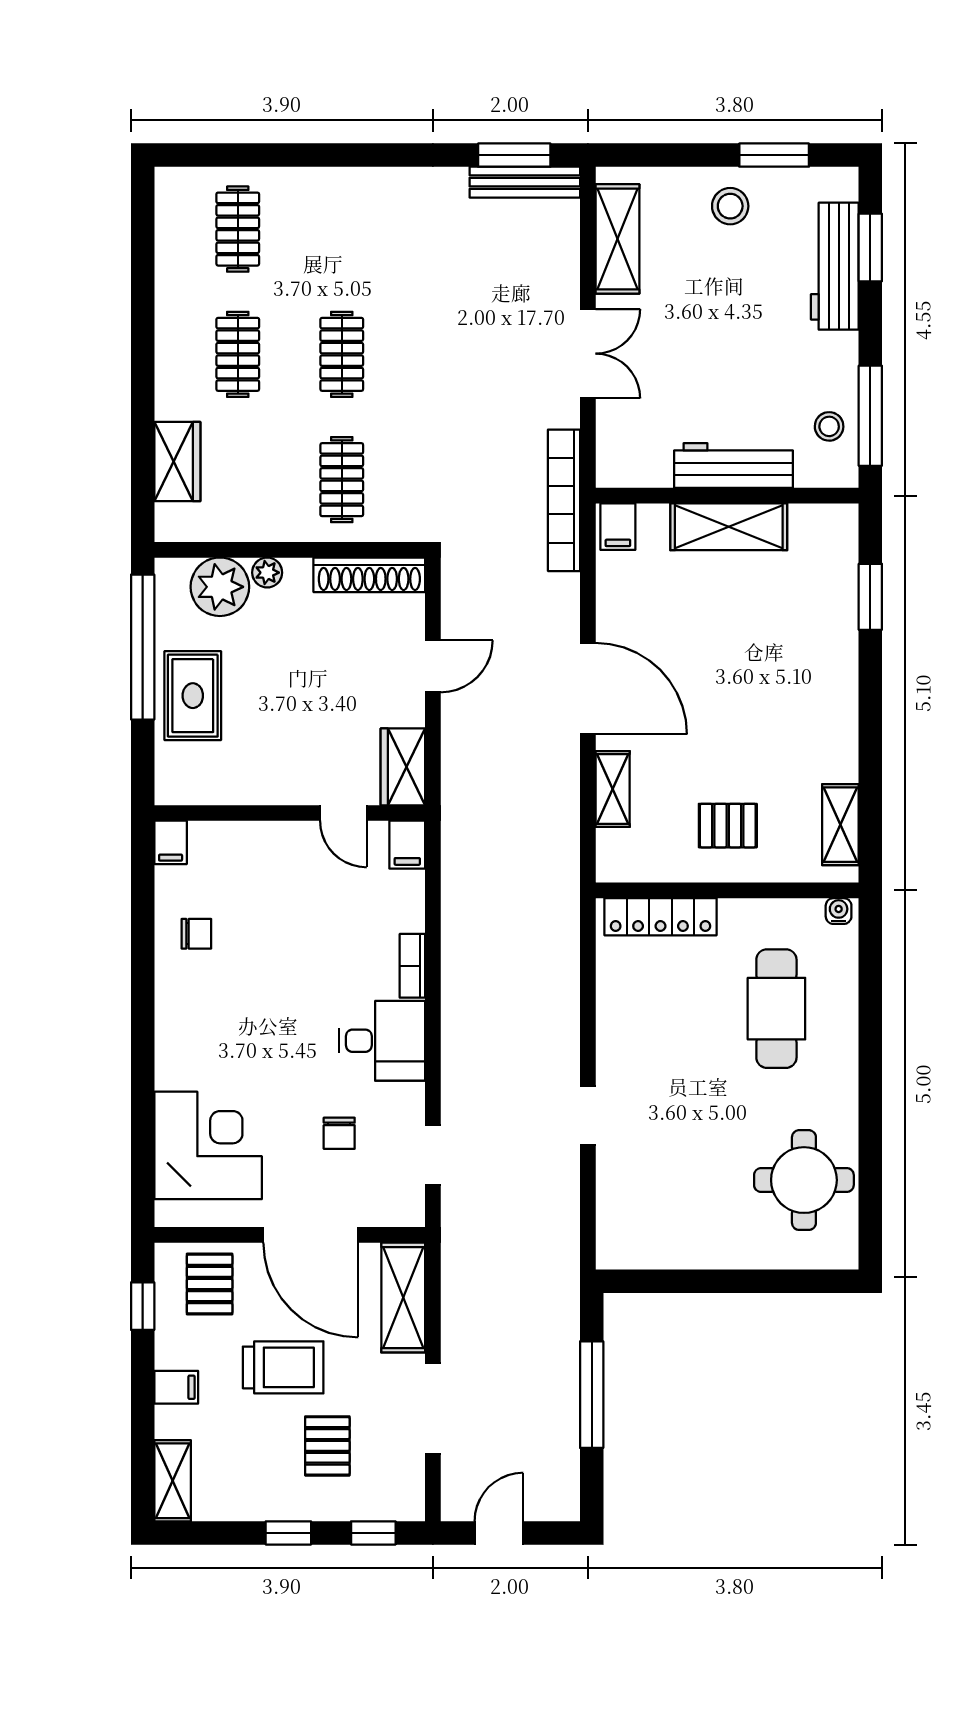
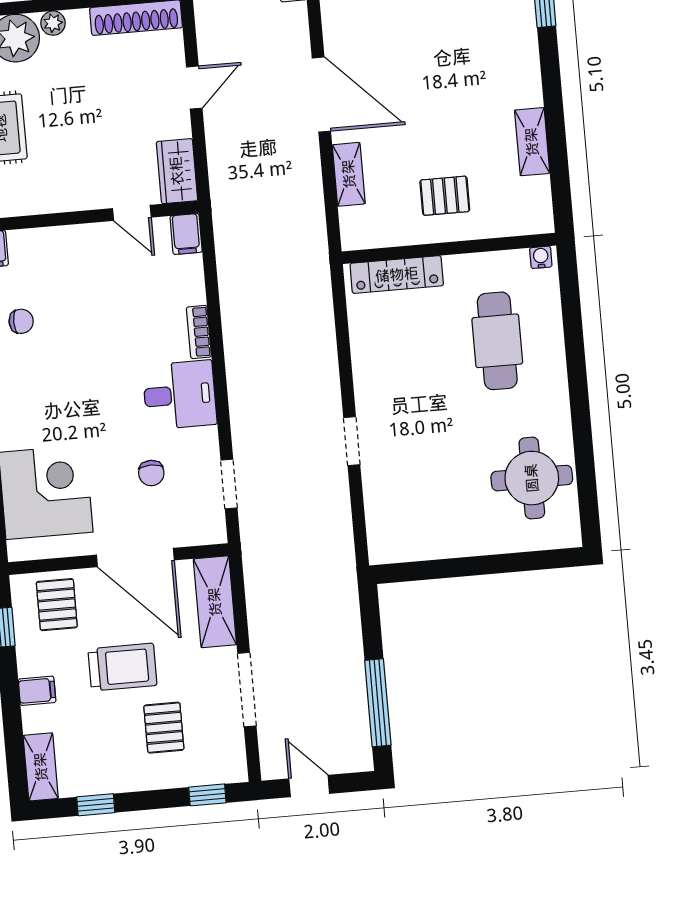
shelving: (840, 825) -> (532, 142), moved
window: (592, 1395) -> (378, 703), moved
window: (288, 1533) -> (96, 805), moved
door: (499, 1533) -> (309, 786), hinge flipped

